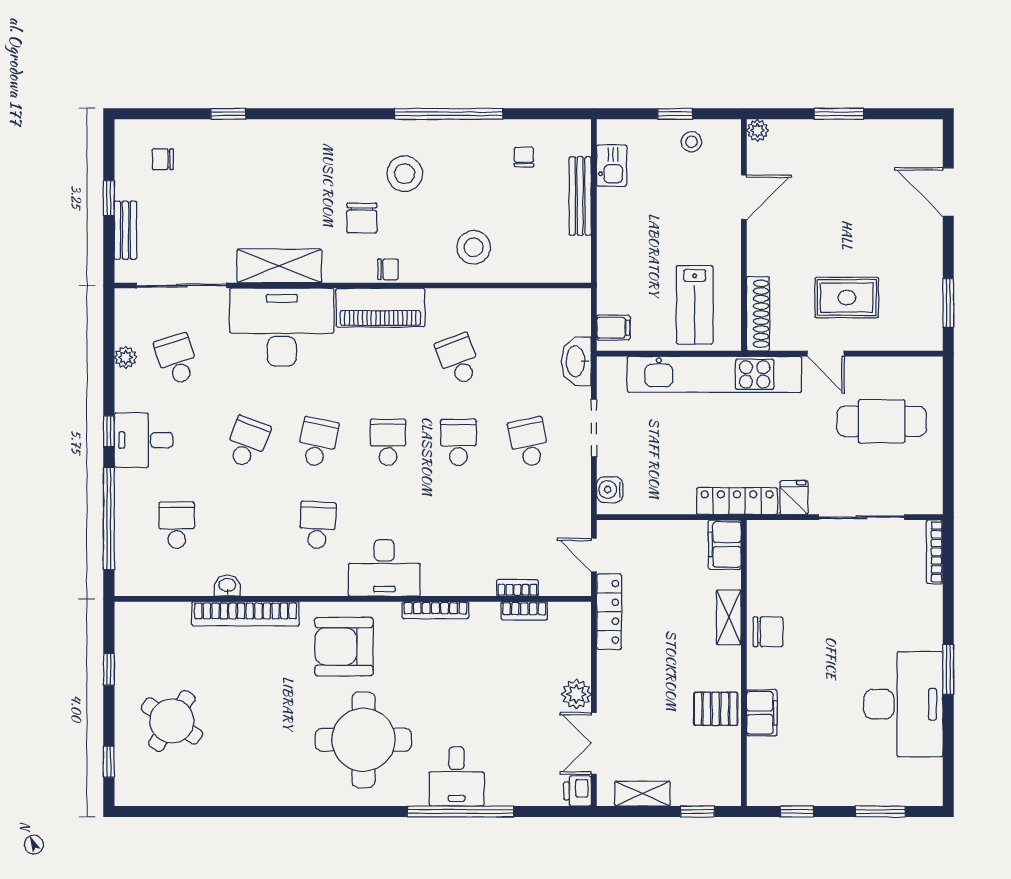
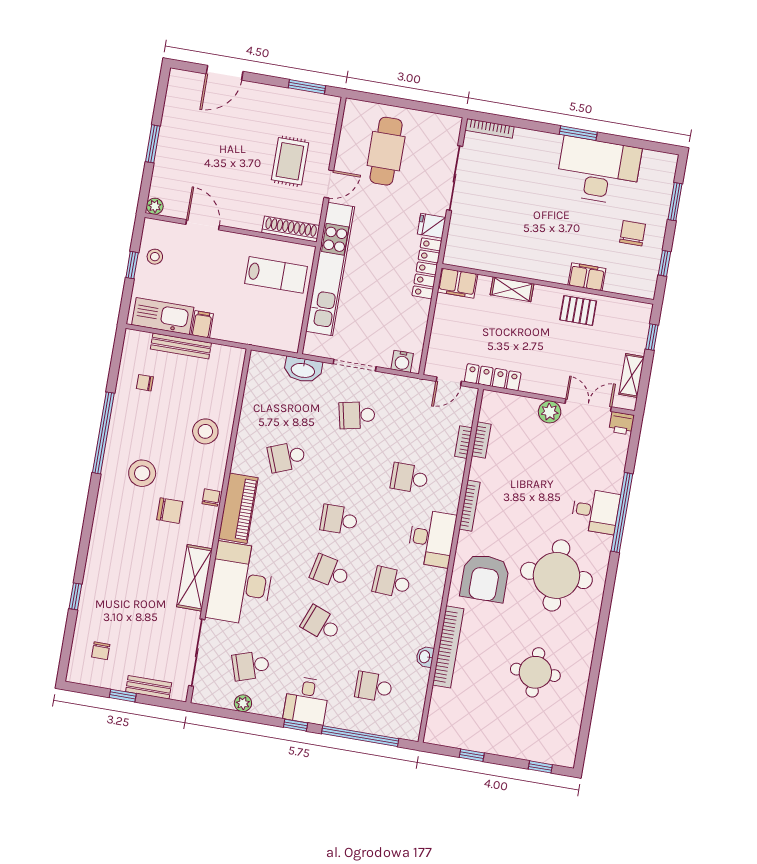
kitchen sink: (612, 166) -> (163, 316), width x1.88, depth x1.24
filing cabinet: (613, 328) -> (202, 324), moved
school desk: (458, 442) -> (409, 478), moved
chair: (768, 632) -> (633, 233), moved
pallet: (716, 709) -> (578, 310), turned 90
round table: (172, 721) -> (535, 672), moved, turned -33
double door: (594, 743) -> (588, 405), swing flipped

